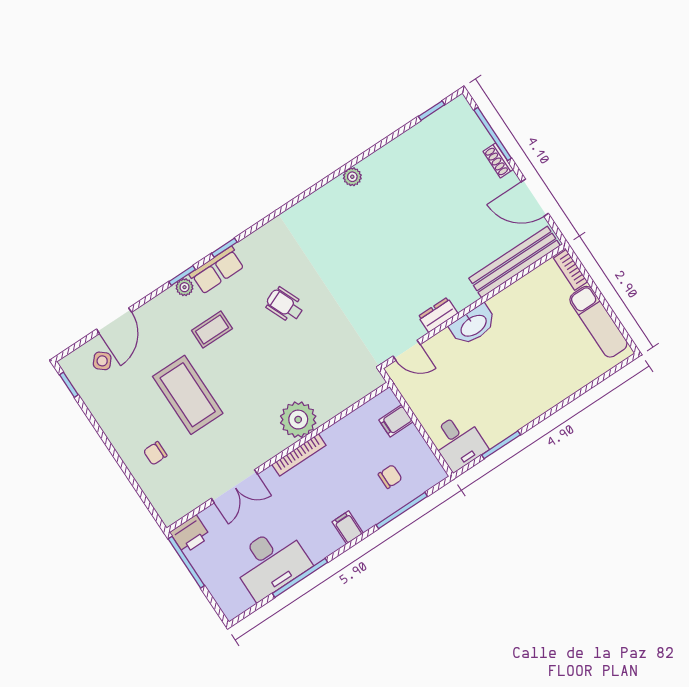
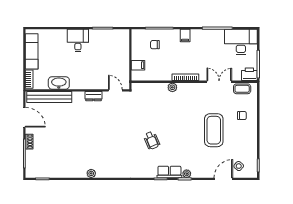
washbasin: (473, 325) -> (59, 83), moved
coffee table: (212, 330) -> (242, 89), moved
plant: (298, 420) -> (172, 87), width x0.53, depth x0.53
desk: (458, 442) -> (78, 40), moved
desk: (271, 562) -> (241, 42), moved

